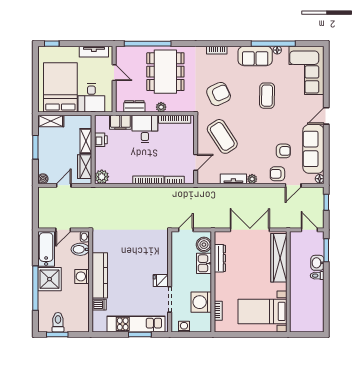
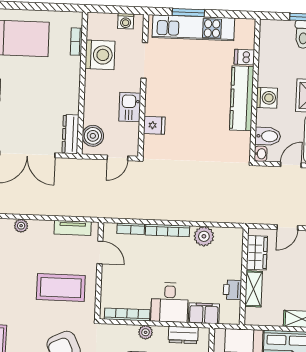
coffee table: (222, 136) -> (61, 288), turned -57
door: (196, 162) -> (100, 252), swing flipped
plant: (102, 177) -> (204, 236), moved
tv unit: (233, 179) -> (73, 228), moved
dresser: (220, 258) -> (70, 134), moved
kitchen sink: (204, 263) -> (130, 107), moved, turned 180
fridge: (161, 280) -> (154, 125), moved

